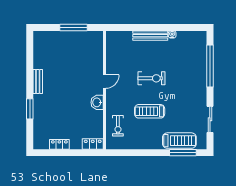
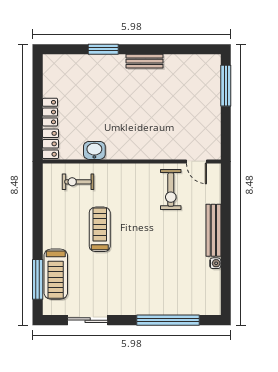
window: (73, 27) -> (226, 86), moved
exercise bike: (152, 78) -> (171, 189), moved
door: (104, 81) -> (196, 161), moved
washbasin: (97, 102) -> (94, 150), moved
locker: (59, 144) -> (50, 112), moved

